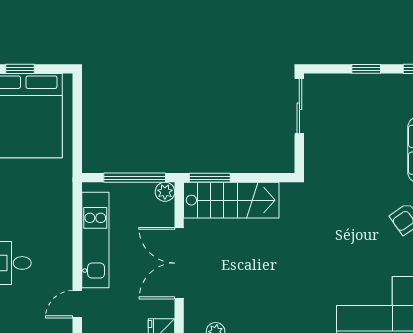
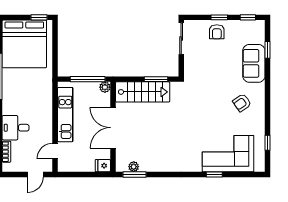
window: (20, 69) -> (39, 17), moved
armchair: (362, 94) -> (217, 32), added
window: (210, 178) -> (156, 79), moved

